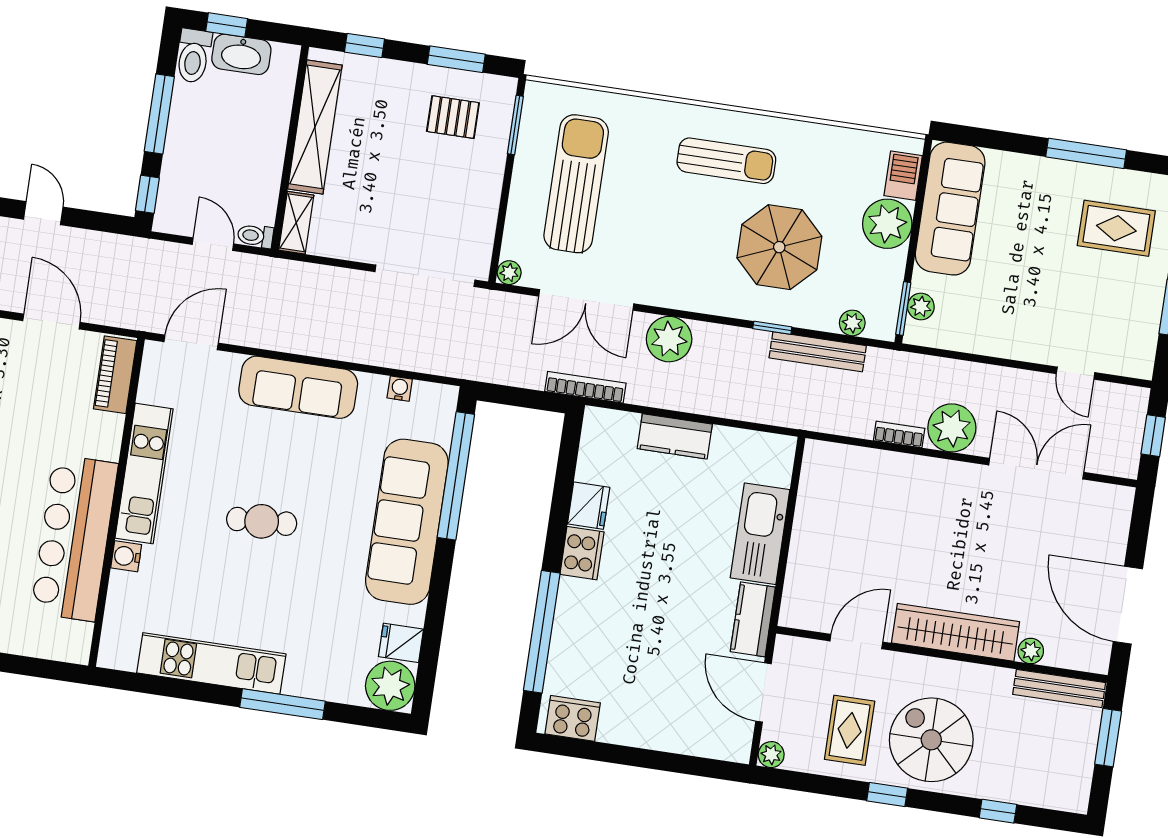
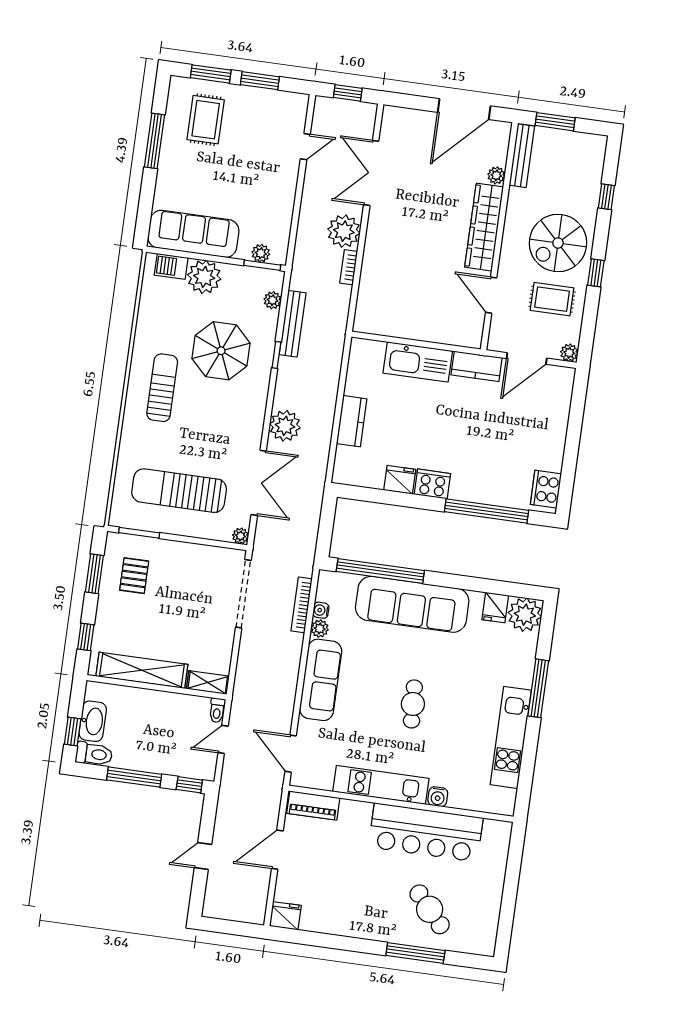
plant: (373, 387) -> (320, 629), added
bookcase: (585, 387) -> (302, 605), moved

